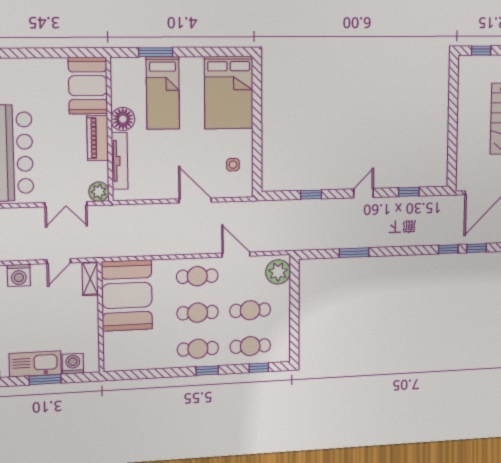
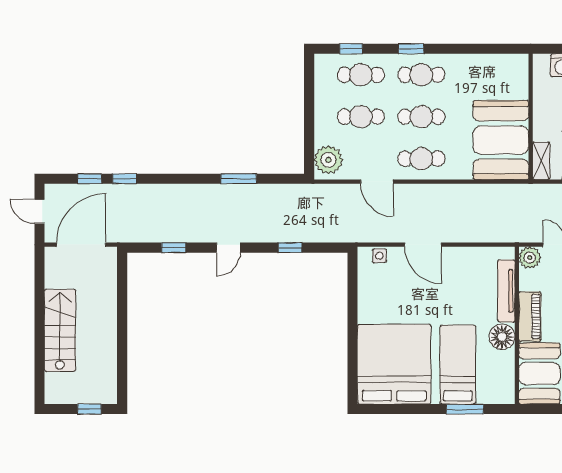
bed: (229, 93) -> (394, 364), width x1.36
side table: (233, 165) -> (379, 256), moved

